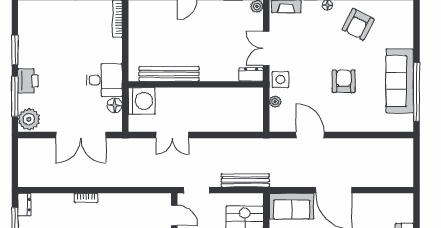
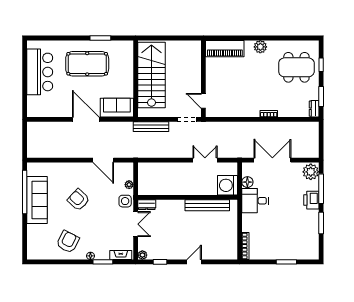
armchair: (344, 81) -> (78, 200), turned 133

